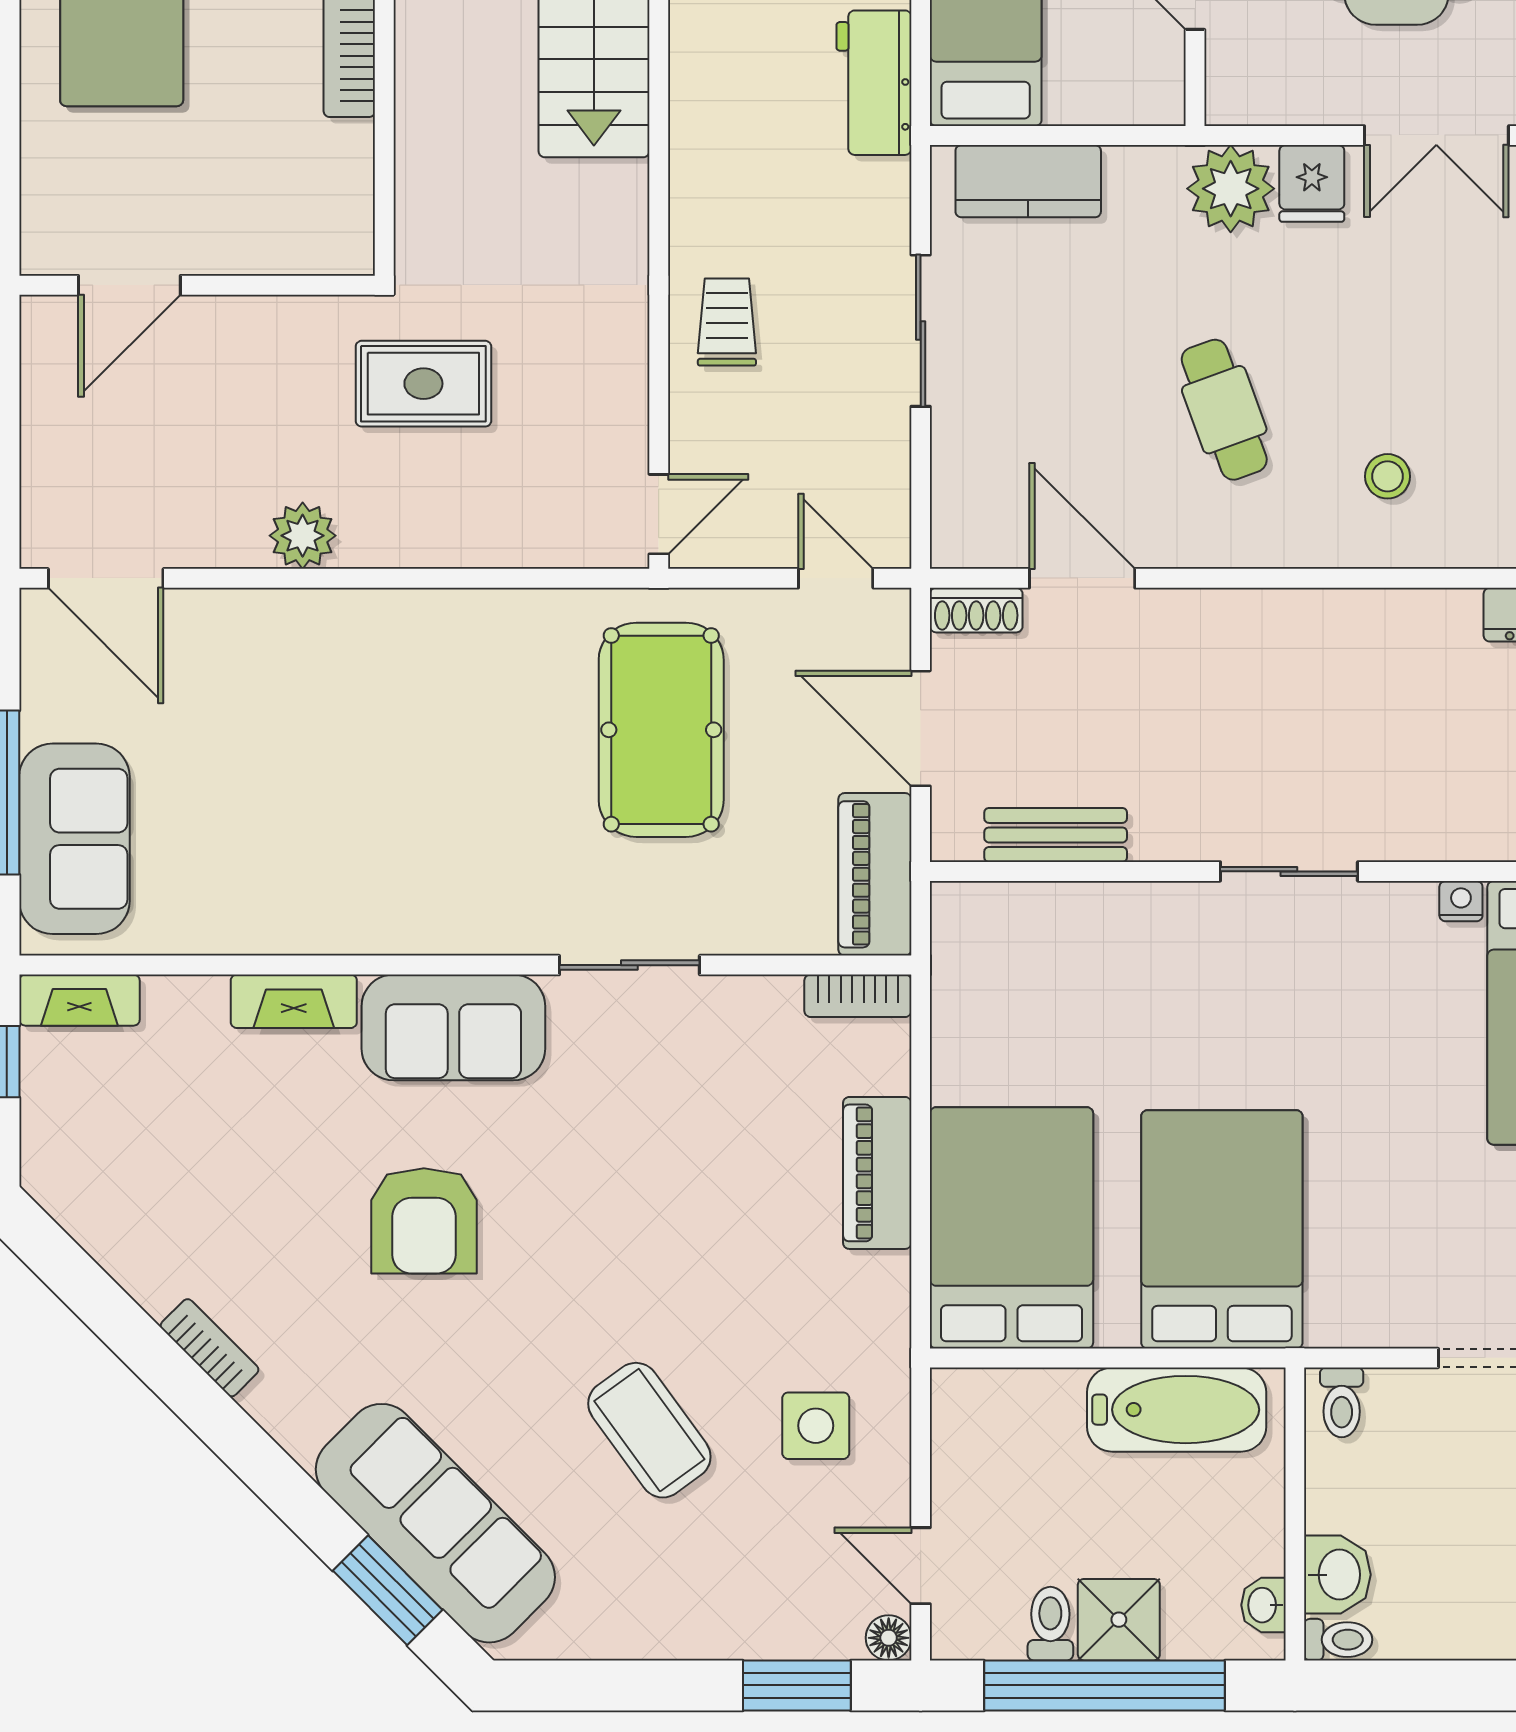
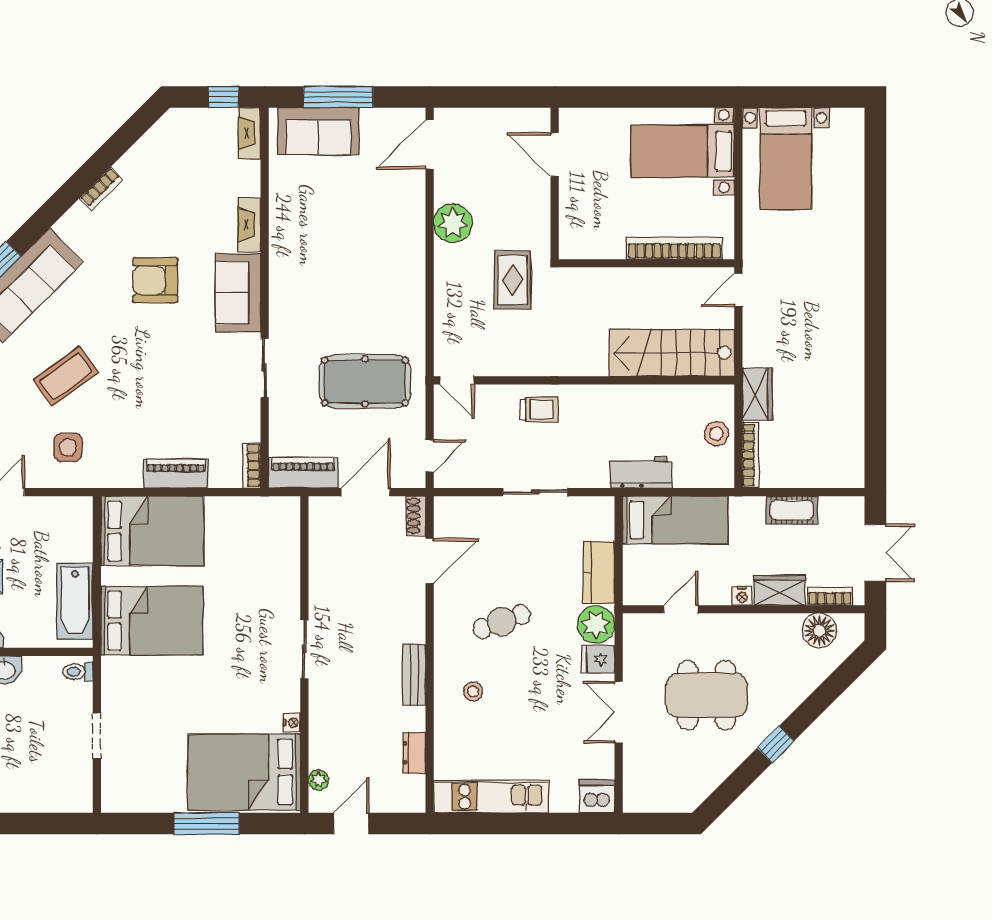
kitchen counter: (1028, 181) -> (599, 573), moved
plant: (303, 536) -> (453, 223), width x1.36, depth x1.36
bench: (1056, 835) -> (414, 675), moved

